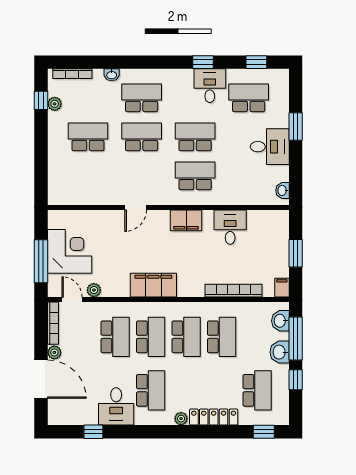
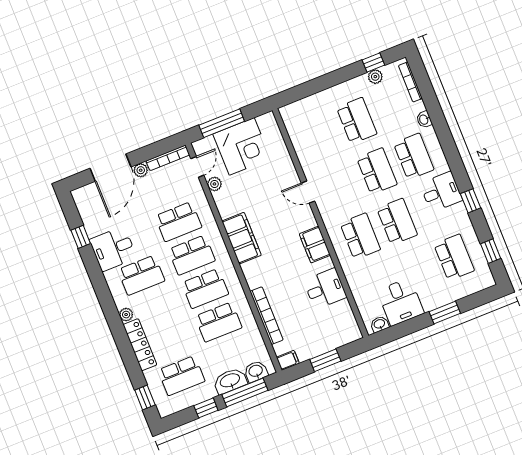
desk: (210, 86) -> (441, 192), moved
desk: (270, 147) -> (400, 302), moved
washbasin: (280, 352) -> (230, 381), width x1.38

